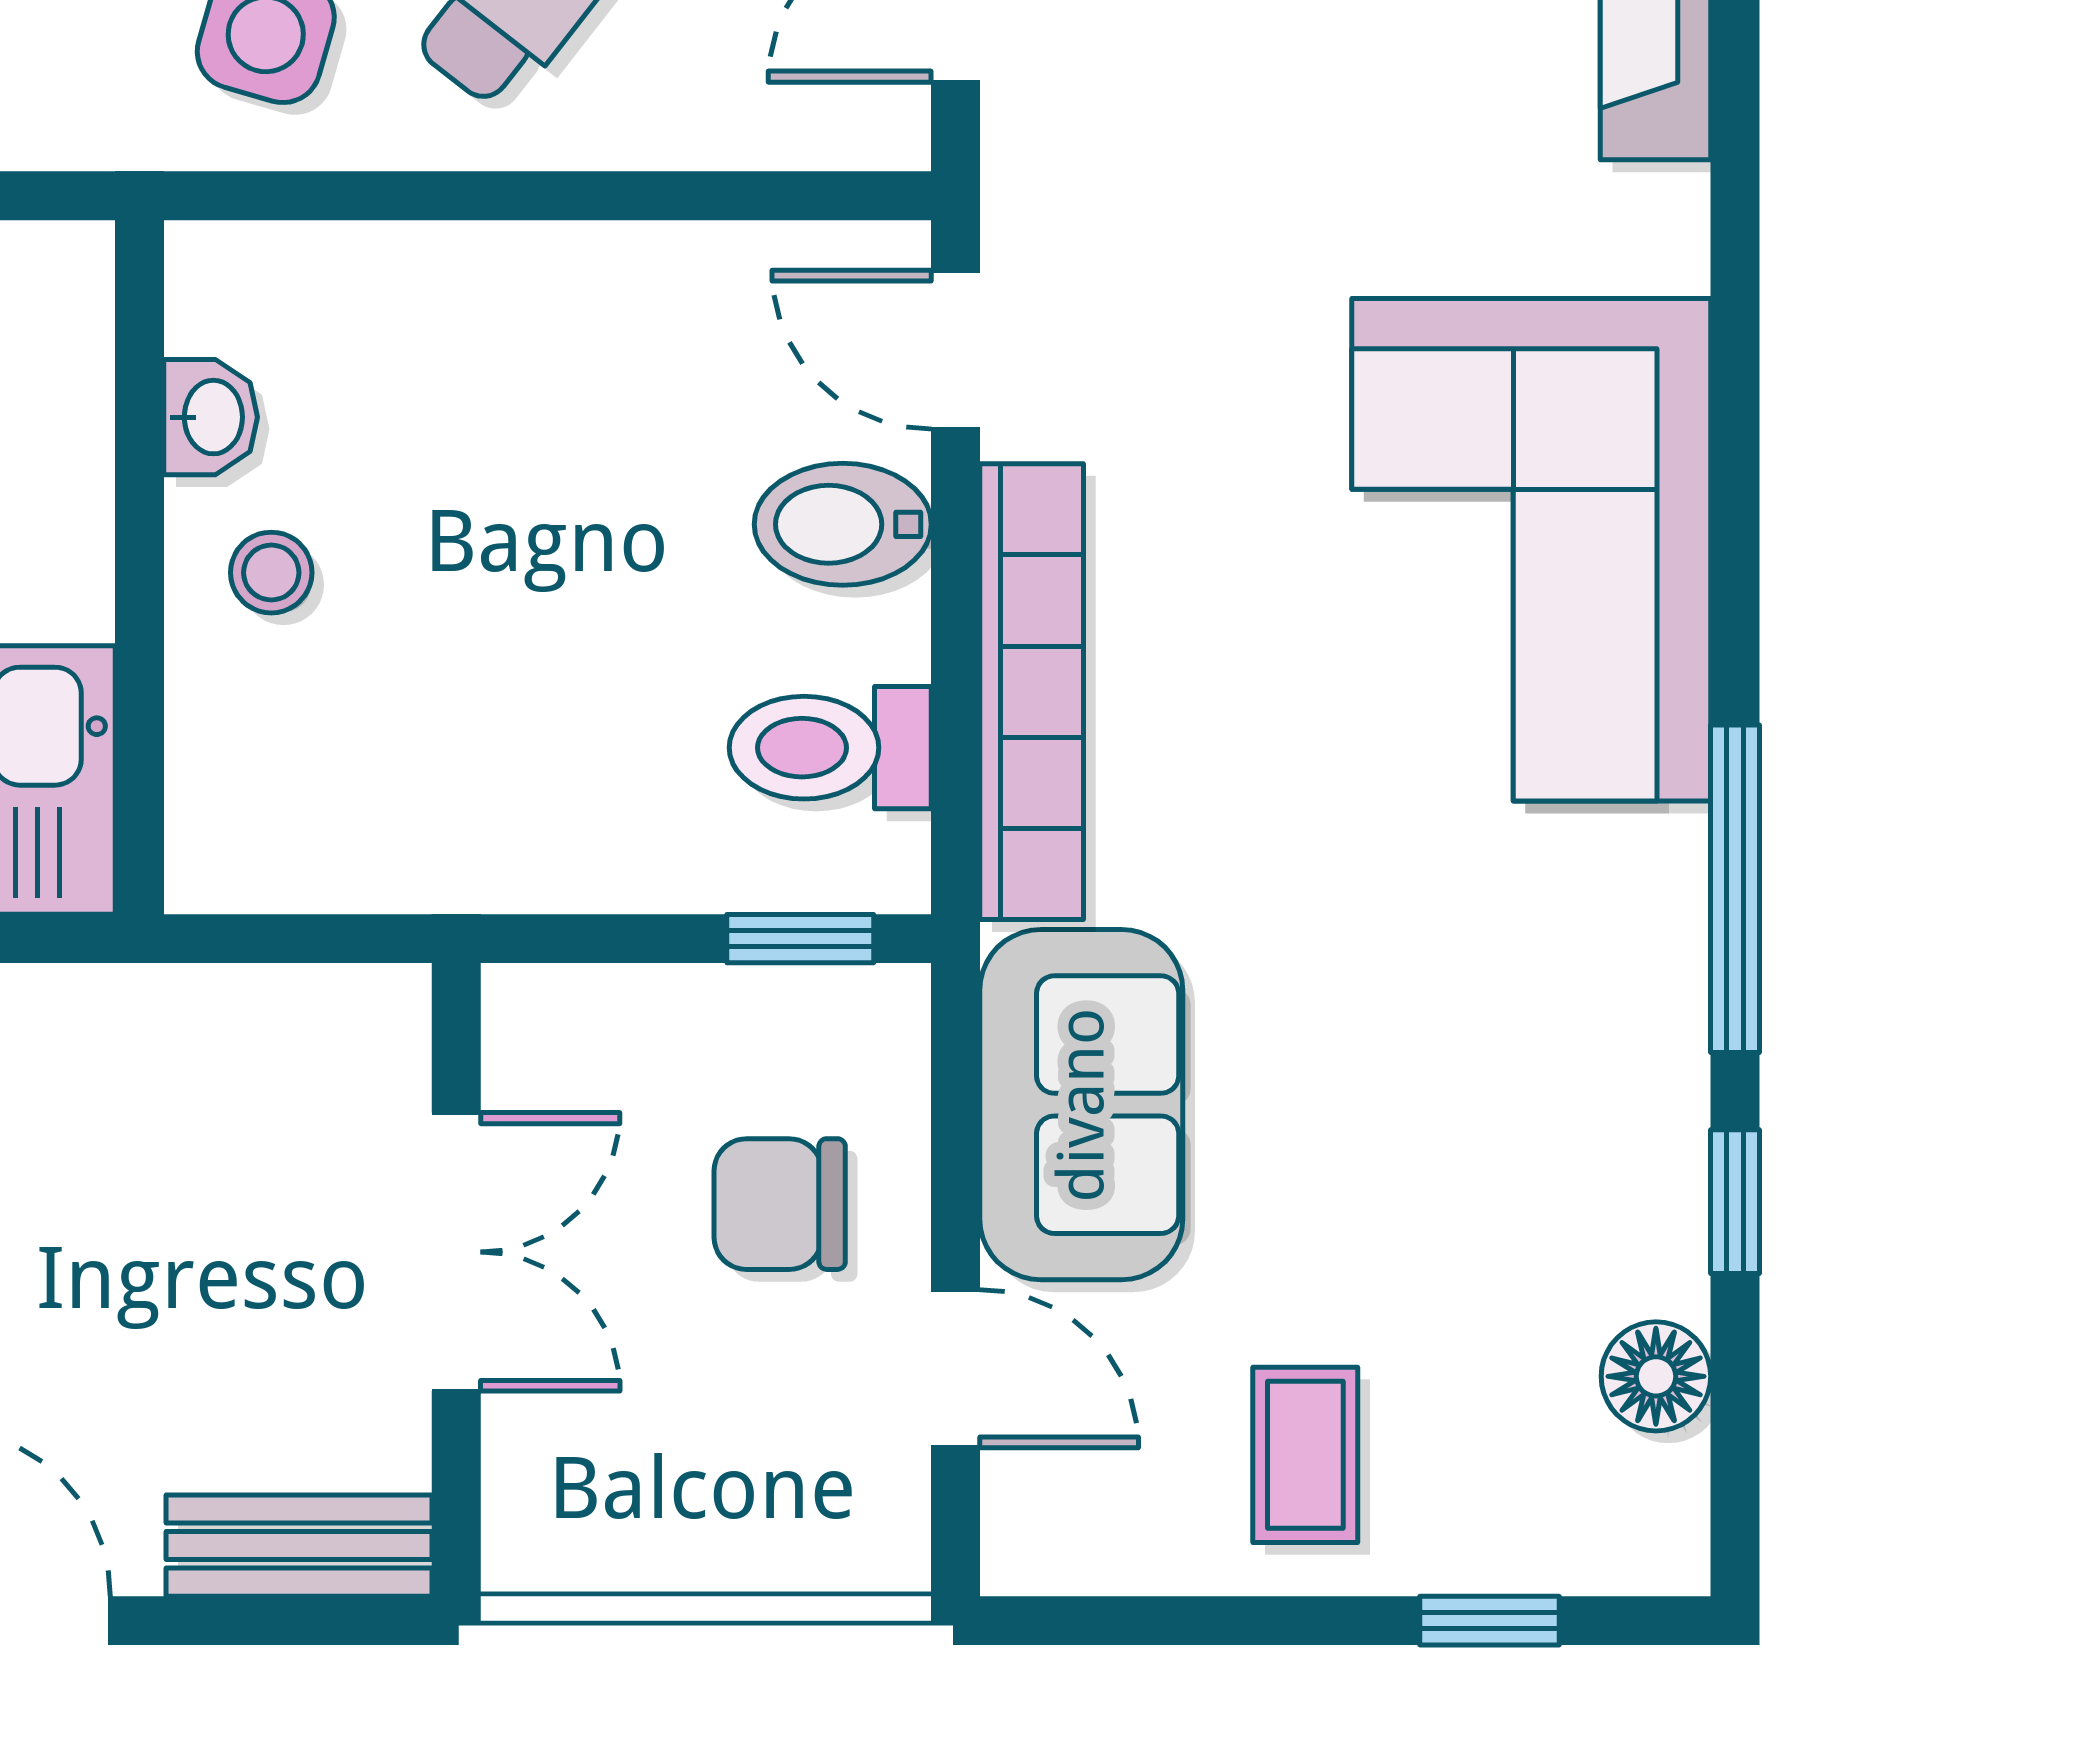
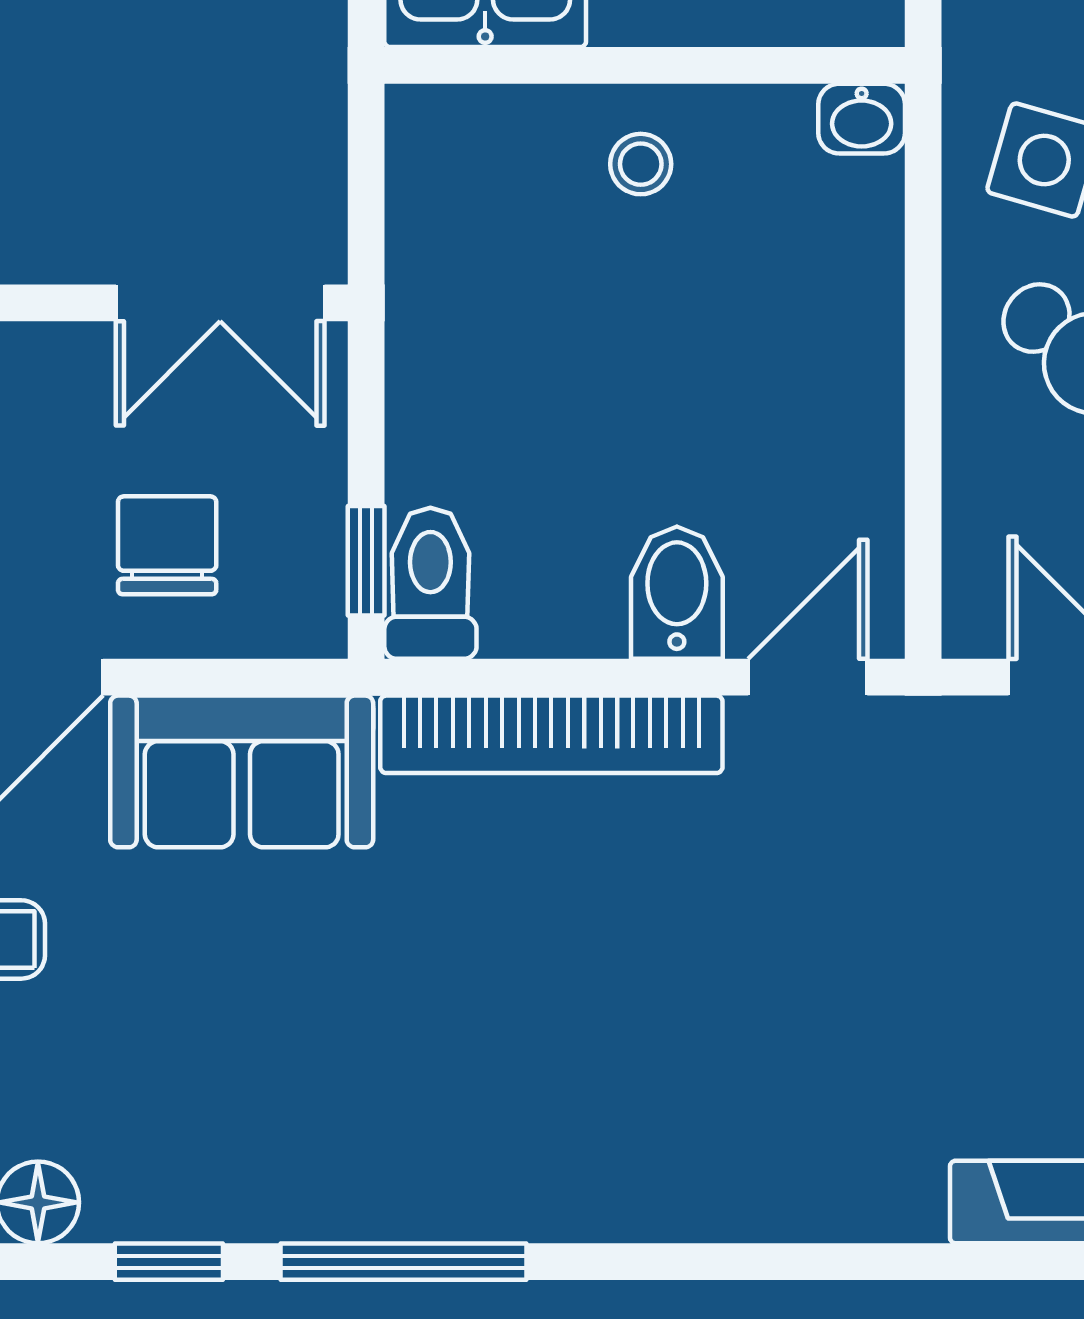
washbasin: (211, 417) -> (862, 119), moved
corner sofa: (1531, 550) -> (658, 1109), removed
toilet: (830, 748) -> (430, 583), moved
double door: (456, 1252) -> (220, 303), moved

